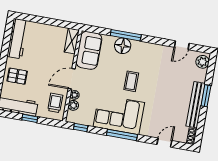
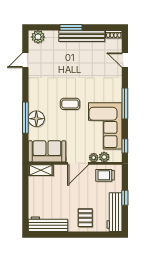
door: (182, 45) -> (25, 60), swing flipped
door: (72, 79) -> (78, 163), hinge flipped
corner sofa: (119, 115) -> (105, 126), moved

